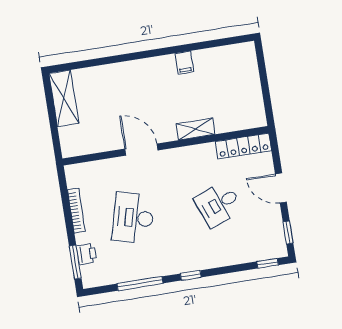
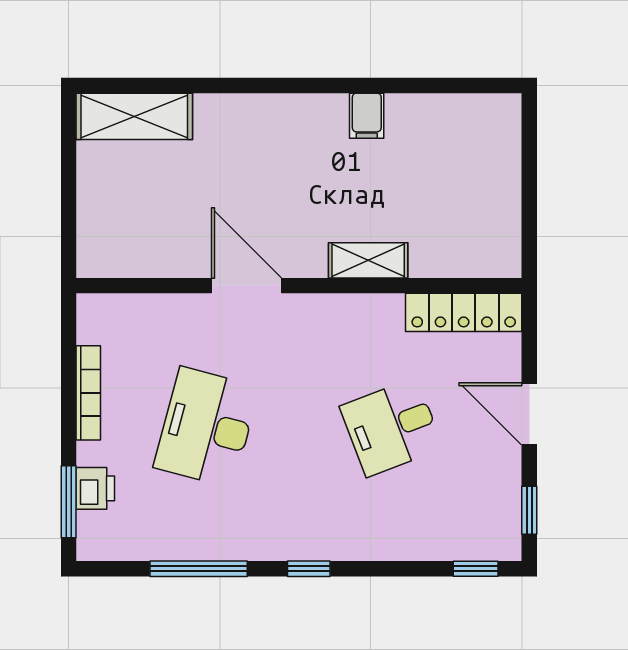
shelving: (64, 98) -> (134, 116), moved, turned 90

